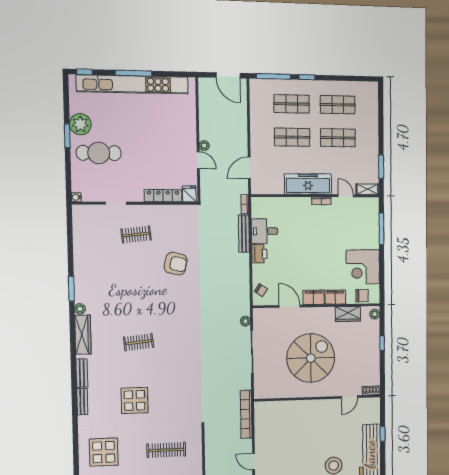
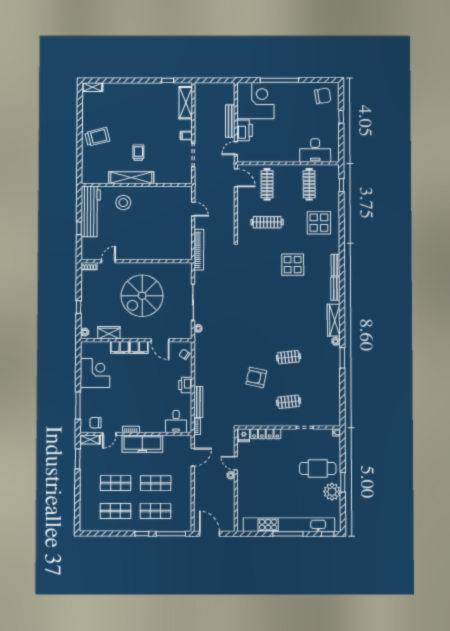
door: (346, 196) -> (109, 434), hinge flipped
desk: (265, 231) -> (176, 422), moved, turned 90
chair: (362, 296) -> (96, 423), moved
clothes rail: (139, 342) -> (288, 357), moved

